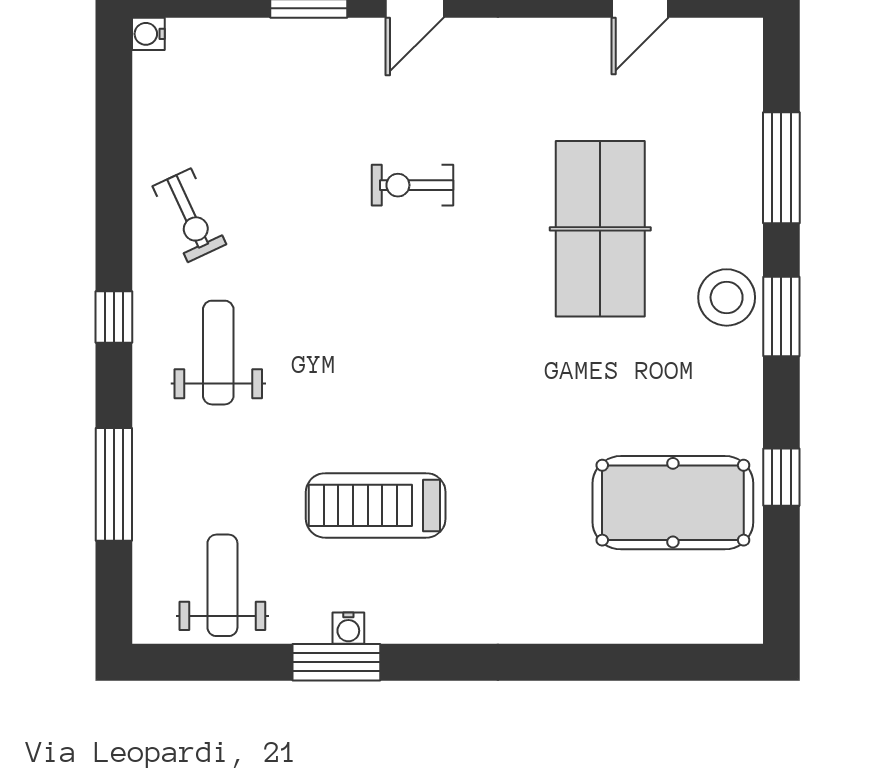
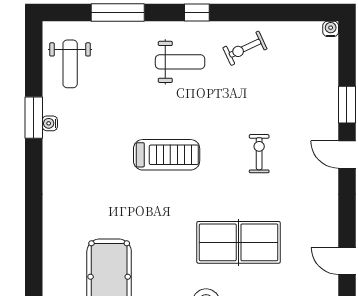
treadmill: (376, 505) -> (167, 155), moved, turned 90
weight bench: (222, 585) -> (70, 64), turned 90

